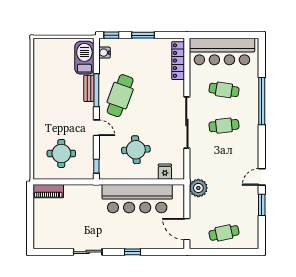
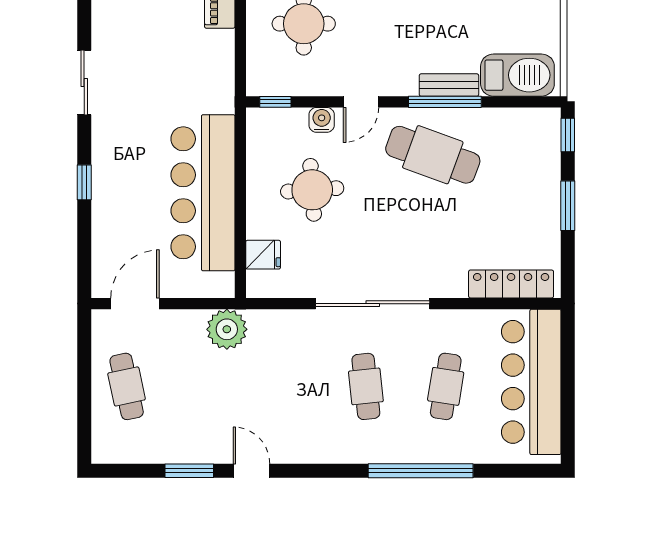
water cooler: (104, 53) -> (322, 120), moved

